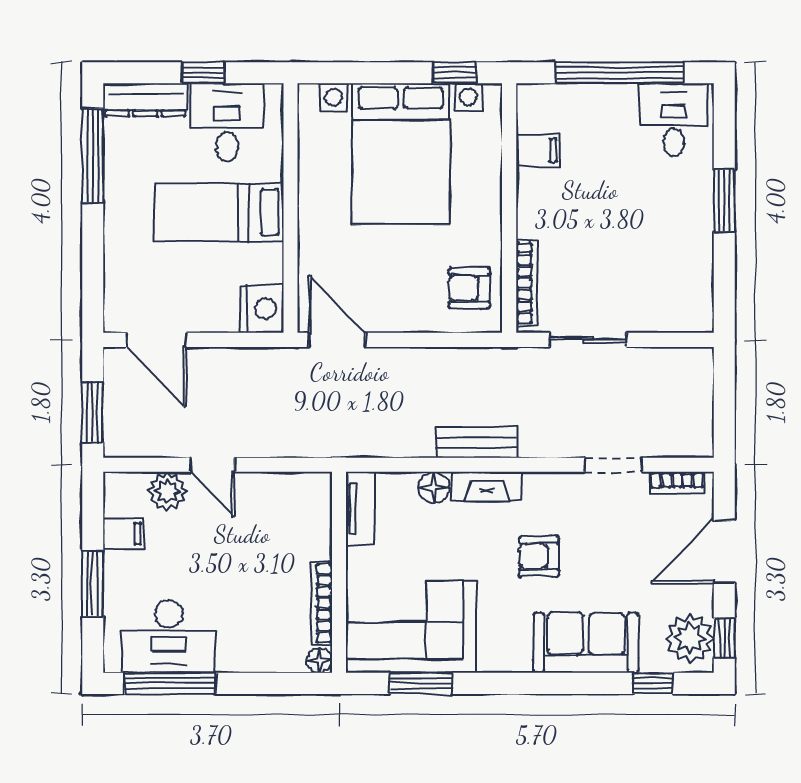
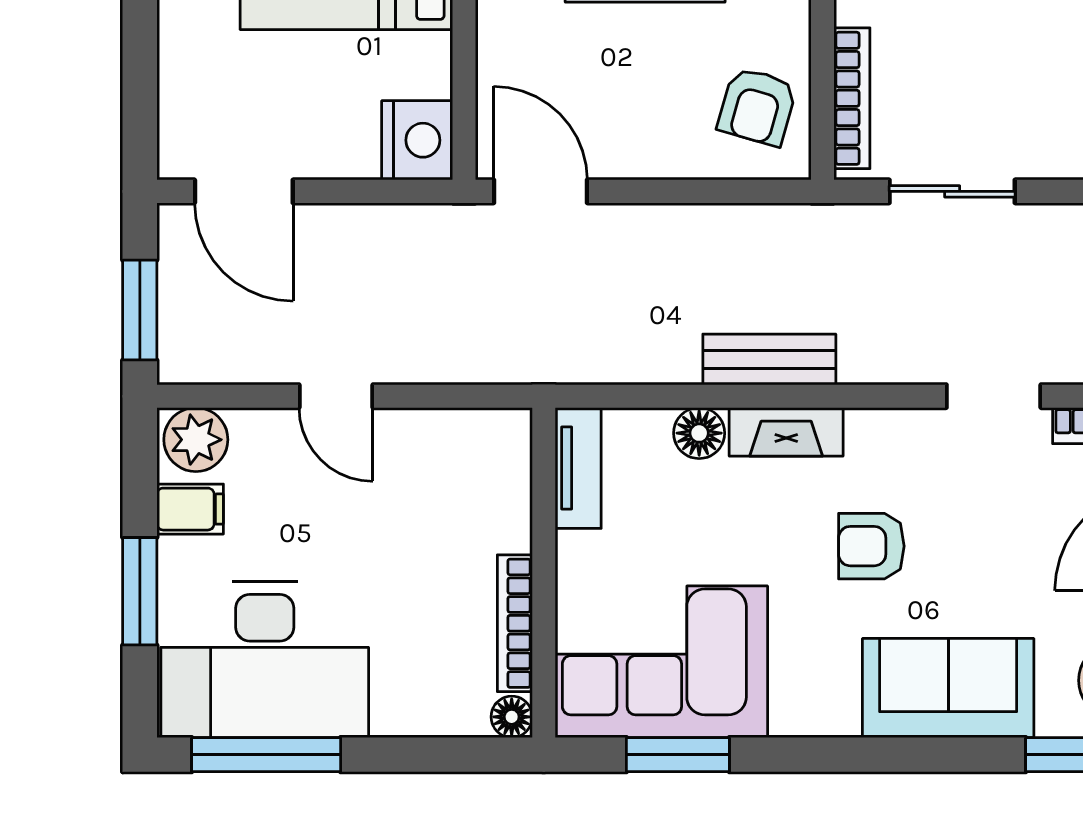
armchair: (469, 288) -> (757, 107), turned -74
plant: (167, 491) -> (196, 440), moved
desk: (169, 636) -> (265, 660), width x1.36, depth x1.30

